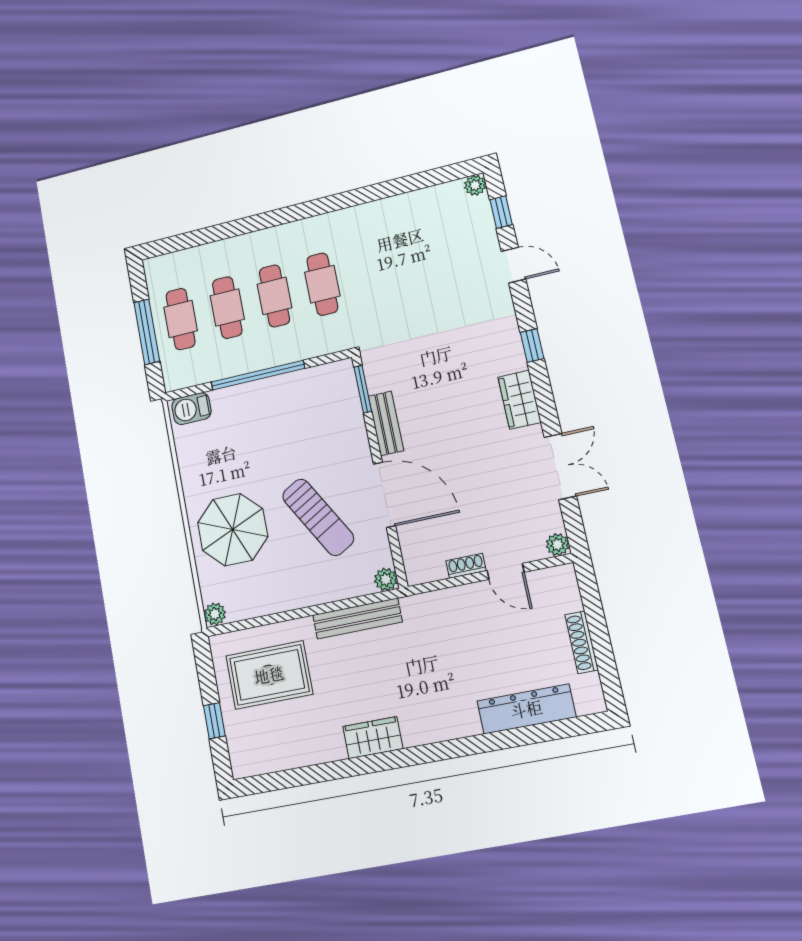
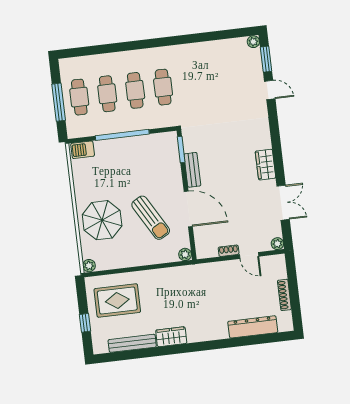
window: (501, 212) -> (266, 59), width x1.50
window: (532, 345) -> (275, 136), removed
bench: (357, 618) -> (132, 343), moved

